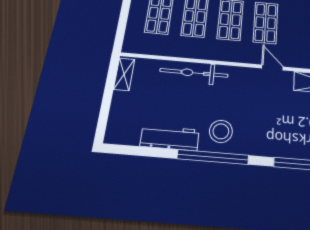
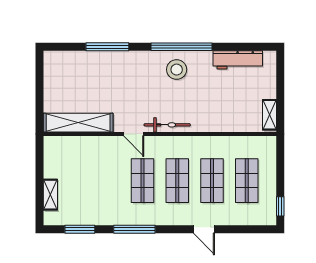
bicycle: (194, 73) -> (167, 125), moved, width x0.73, depth x0.71
workbench: (170, 138) -> (238, 60), moved

